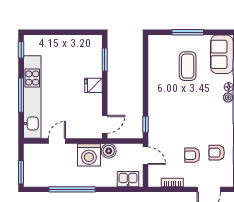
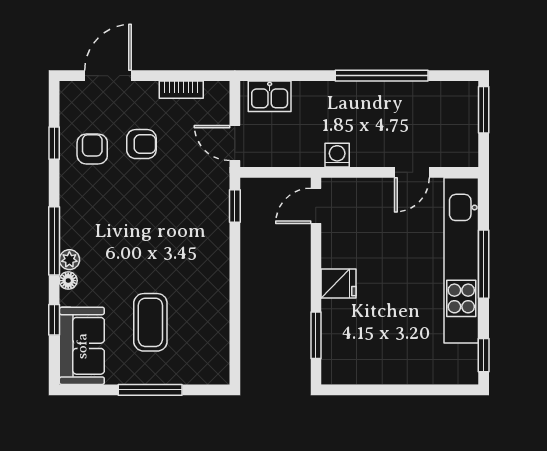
boiler: (109, 151) -> (308, 153), removed
armchair: (217, 153) -> (92, 149), turned -90
washing machine: (89, 155) -> (337, 155), width x0.53, depth x0.53

